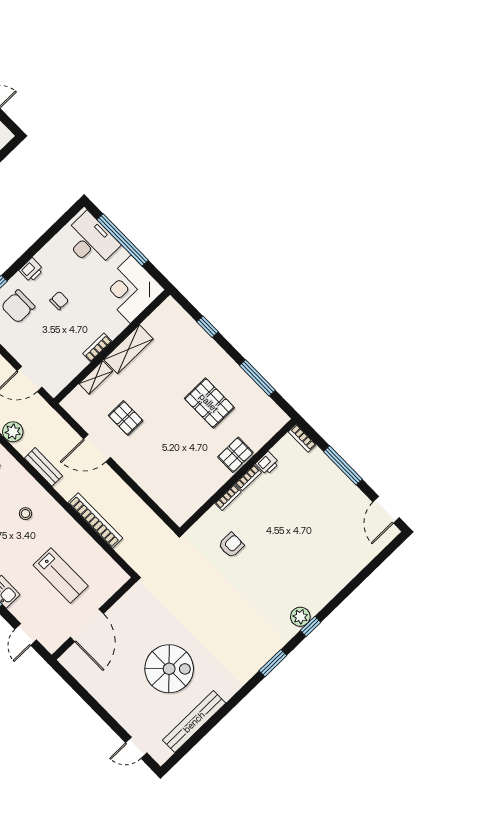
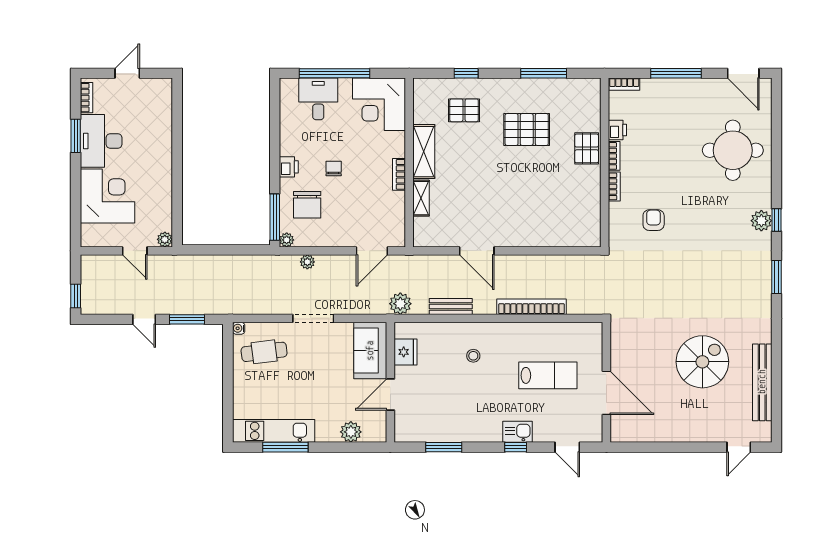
desk: (91, 241) -> (318, 99), width x0.73
pallet: (126, 418) -> (464, 110), moved
door: (97, 448) -> (477, 251), hinge flipped
round table: (328, 552) -> (733, 150), added

